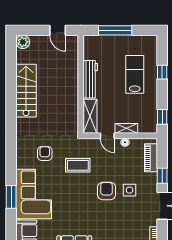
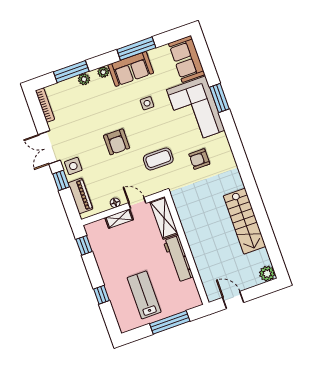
lab bench: (135, 74) -> (144, 295), moved, turned 180
armchair: (45, 154) -> (199, 159), turned 90
side table: (130, 190) -> (73, 166), moved
side table: (71, 213) -> (147, 103), added

